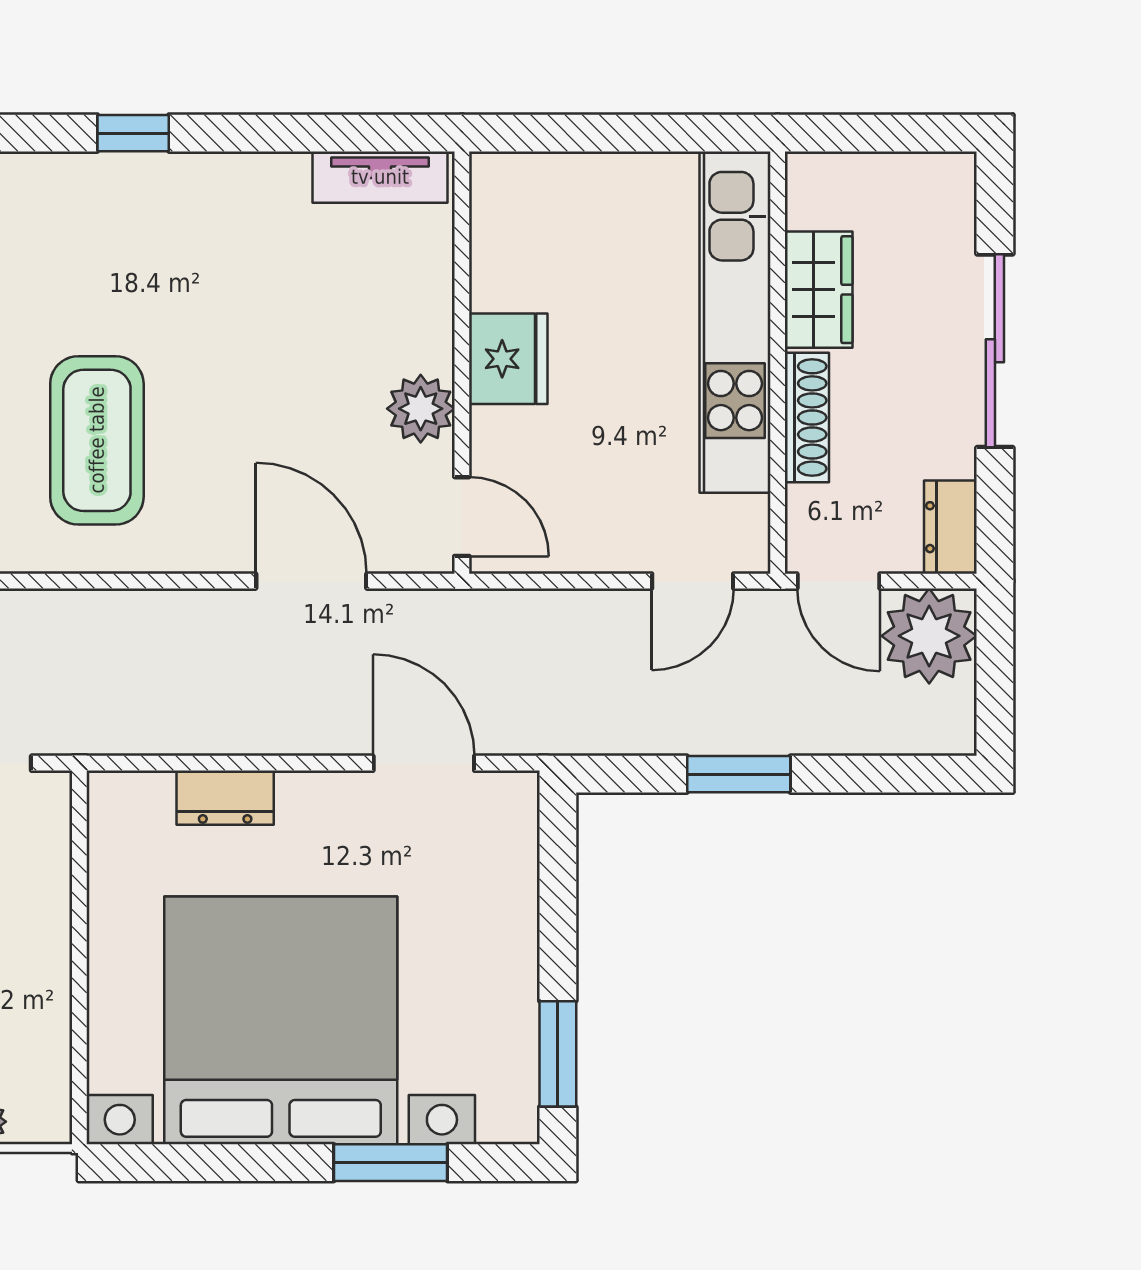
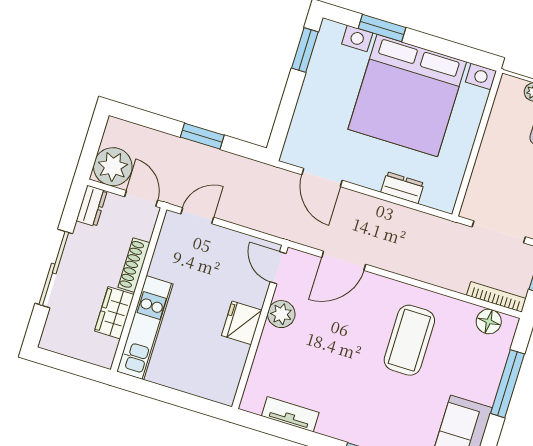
tv unit: (380, 177) -> (290, 414), moved
kitchen unit: (735, 322) -> (145, 328), width x0.73
door: (311, 581) -> (344, 261), hinge flipped

